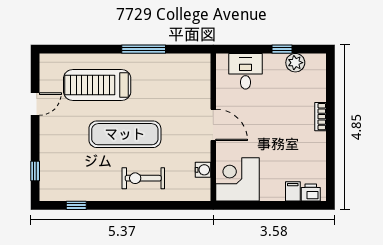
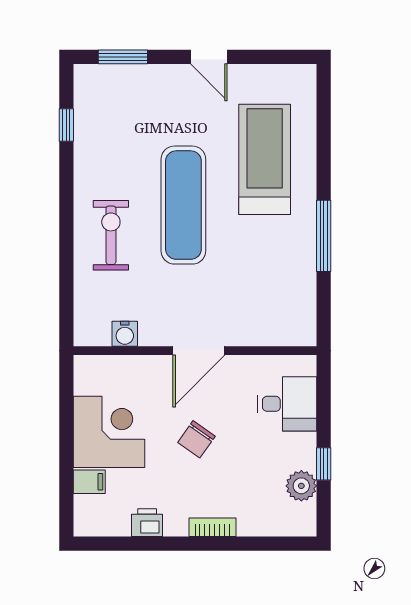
door: (35, 104) -> (209, 57), moved
chair: (267, 126) -> (196, 439), added
window: (35, 171) -> (123, 57), width x1.50
corner desk: (237, 179) -> (109, 432), moved
printer: (311, 193) -> (147, 523), moved, turned -90

